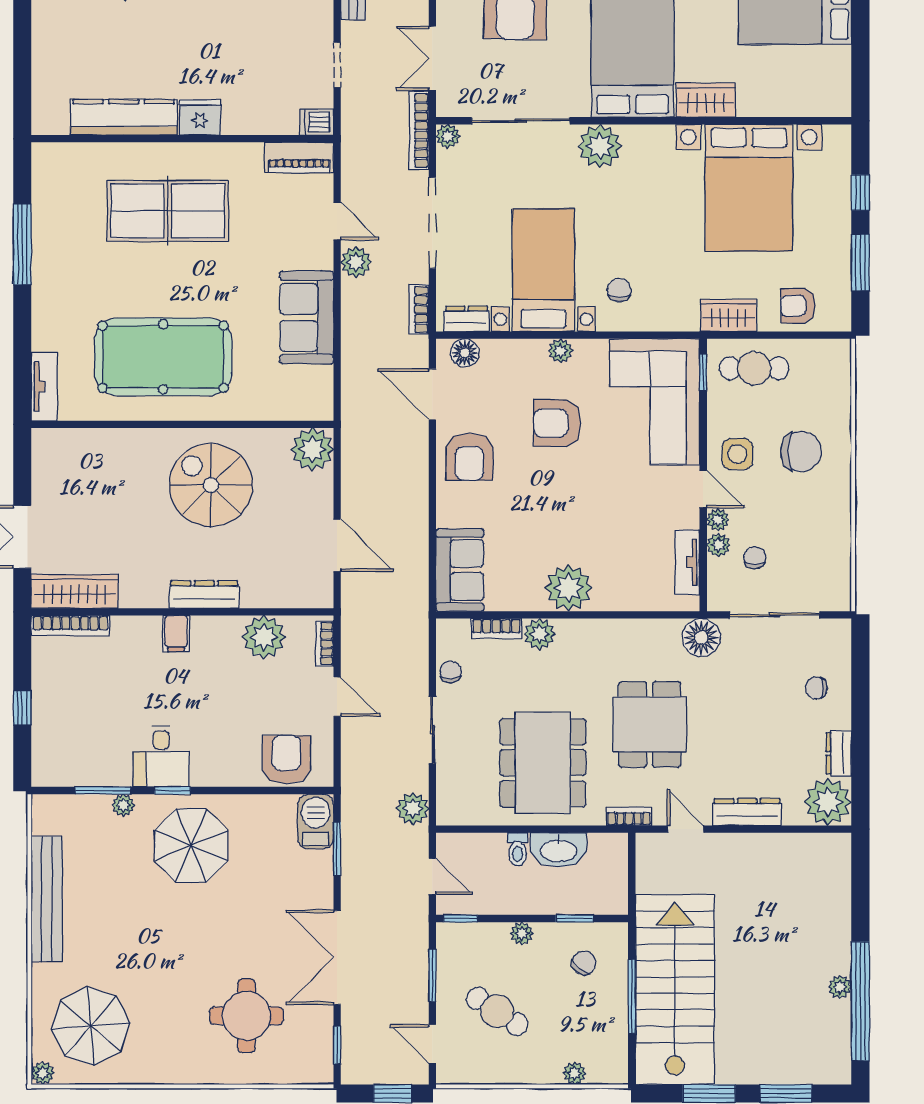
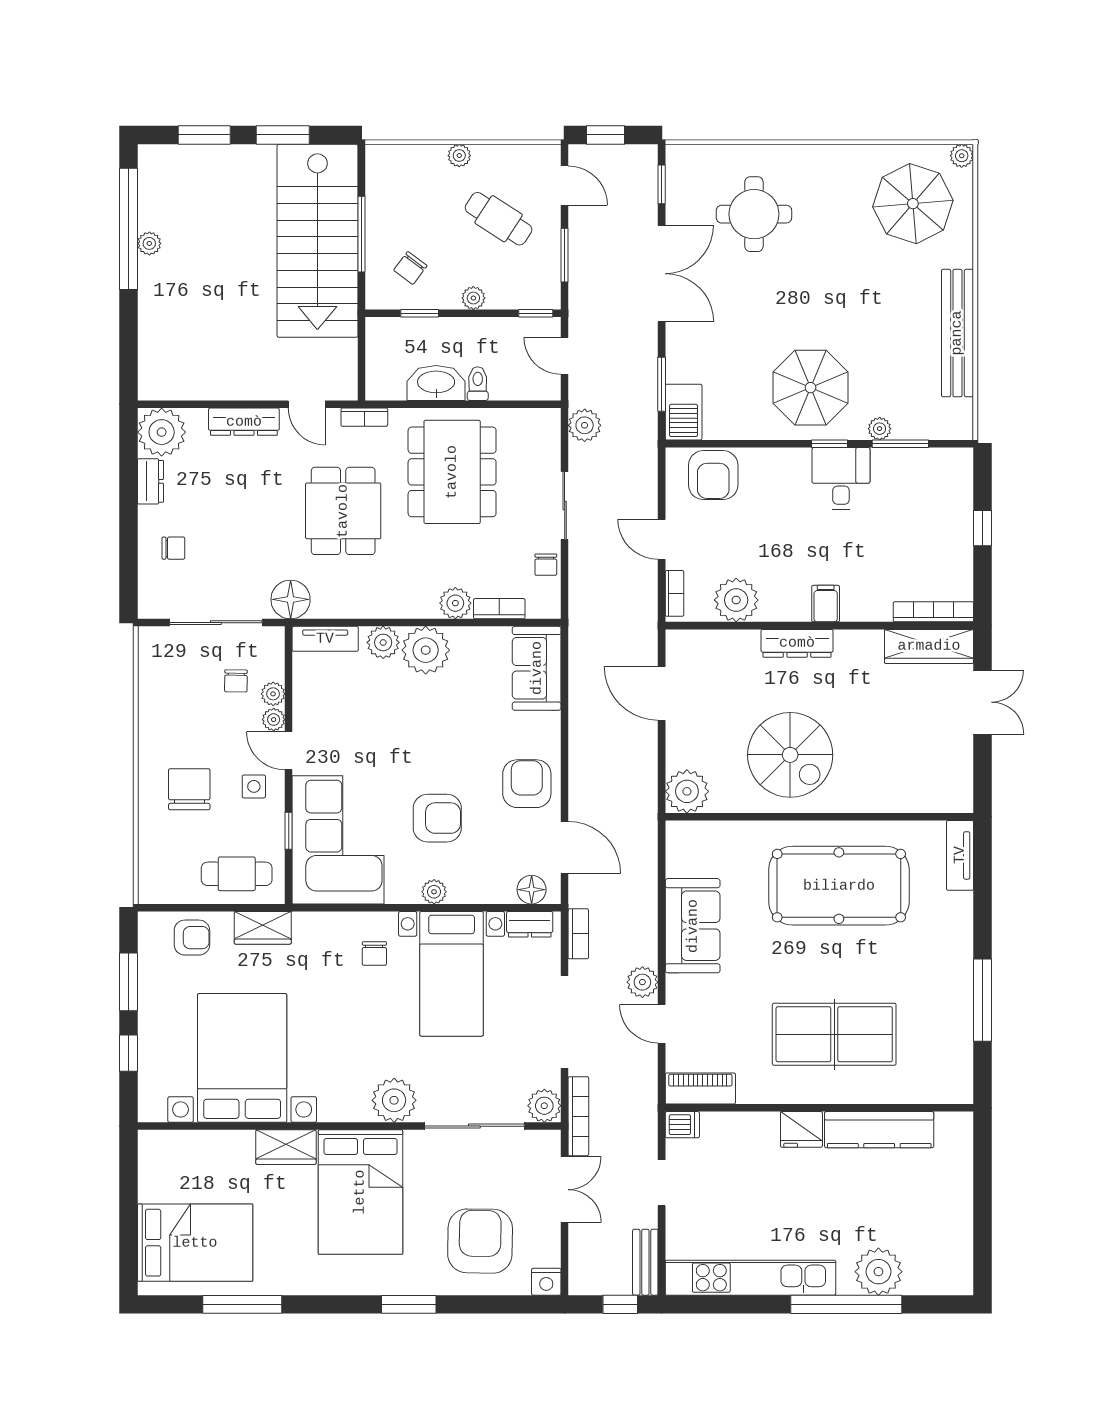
plant: (448, 136) -> (544, 1106), width x1.38, depth x1.38
window: (703, 372) -> (289, 831), moved
chair: (801, 451) -> (189, 789), turned 90
side table: (737, 454) -> (254, 786), width x0.73, depth x0.73
tv unit: (687, 562) -> (325, 639), moved, turned 90
plant: (610, 595) -> (383, 642), added
plant: (575, 1073) -> (459, 156), moved

